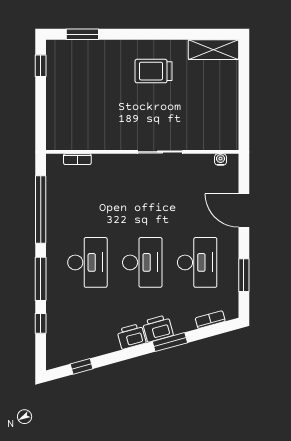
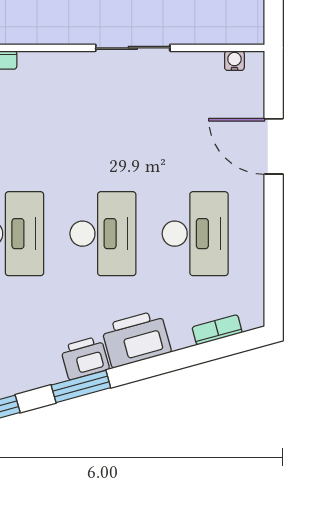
window: (244, 275) -> (274, 255), removed
printer: (158, 328) -> (136, 339), width x1.37, depth x1.19
window: (170, 342) -> (81, 386), moved

